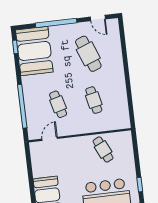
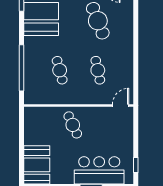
door: (50, 139) -> (121, 106), moved
cafe table: (103, 149) -> (73, 125), moved

